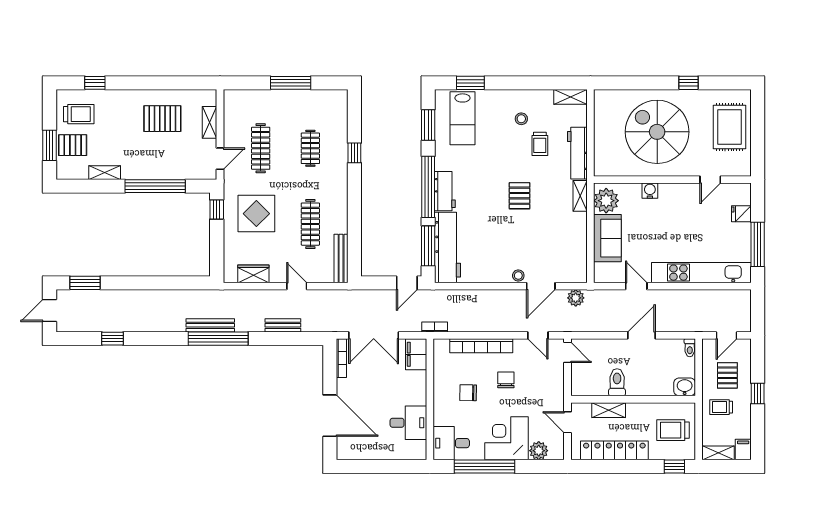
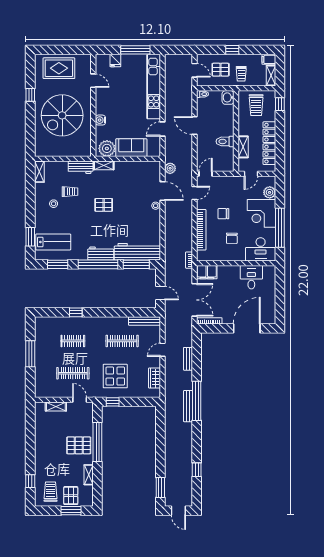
pallet: (162, 119) -> (79, 445), moved, turned 90
workbench: (577, 153) -> (81, 167), width x0.73
door: (407, 283) -> (160, 293), moved
desk: (451, 443) -> (261, 249), width x1.37

